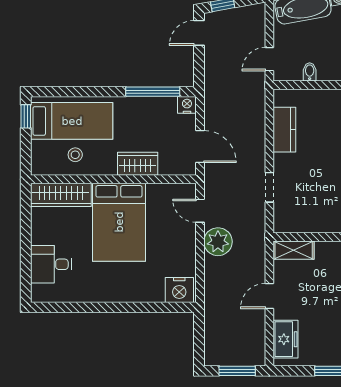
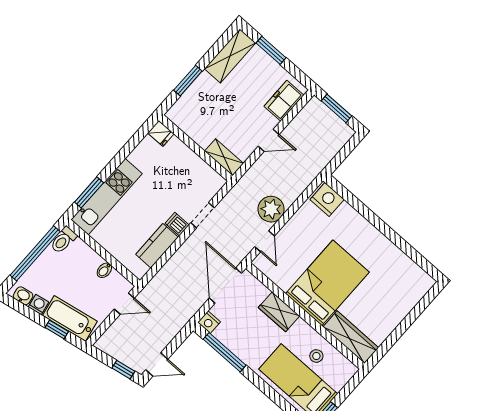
door: (200, 147) -> (225, 286), width x1.36
dishwasher: (284, 162) -> (177, 224), added
desk: (51, 264) -> (400, 295), removed

